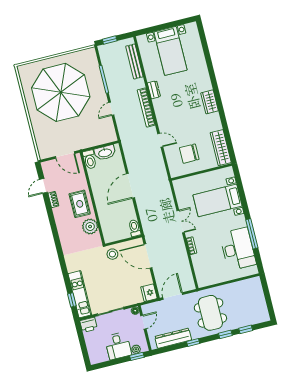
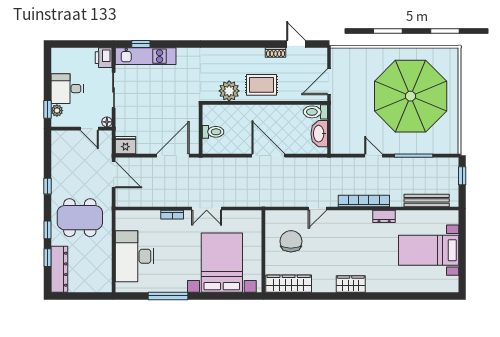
bed with nightstands: (217, 200) -> (222, 263), width x1.36
toilet: (135, 228) -> (213, 132), moved
desk: (238, 249) -> (135, 256), moved, turned 90
stool: (112, 254) -> (187, 111), removed
dresser: (173, 338) -> (59, 269), moved

